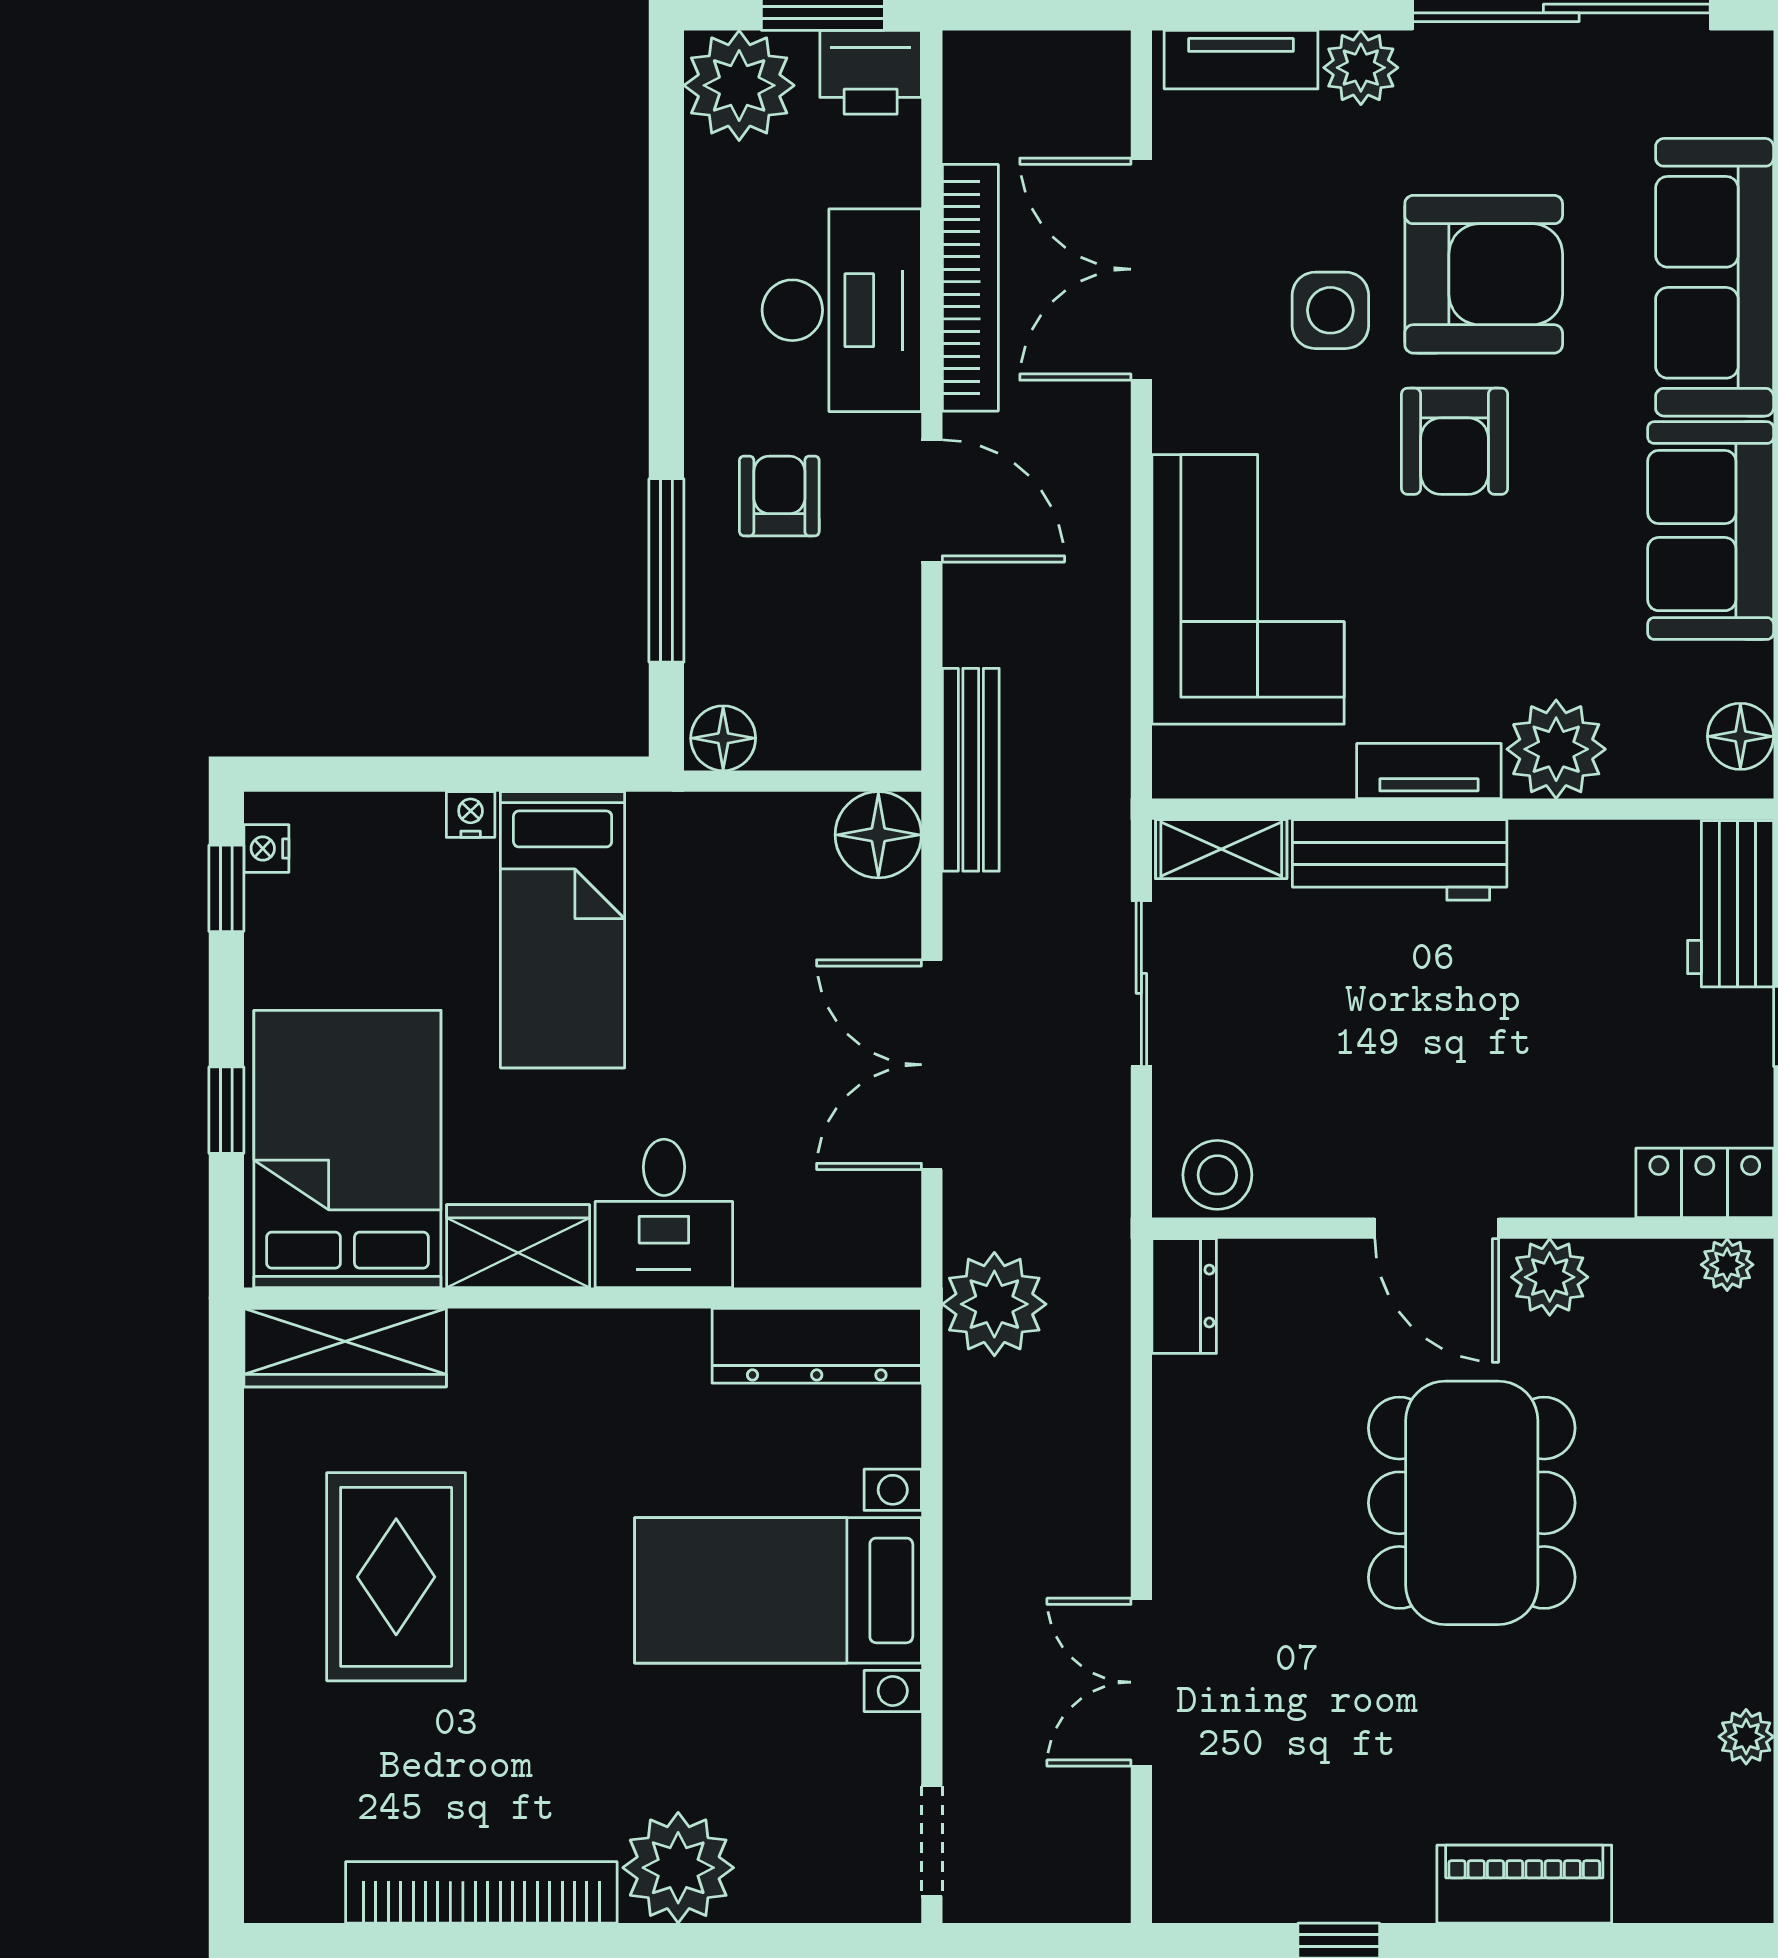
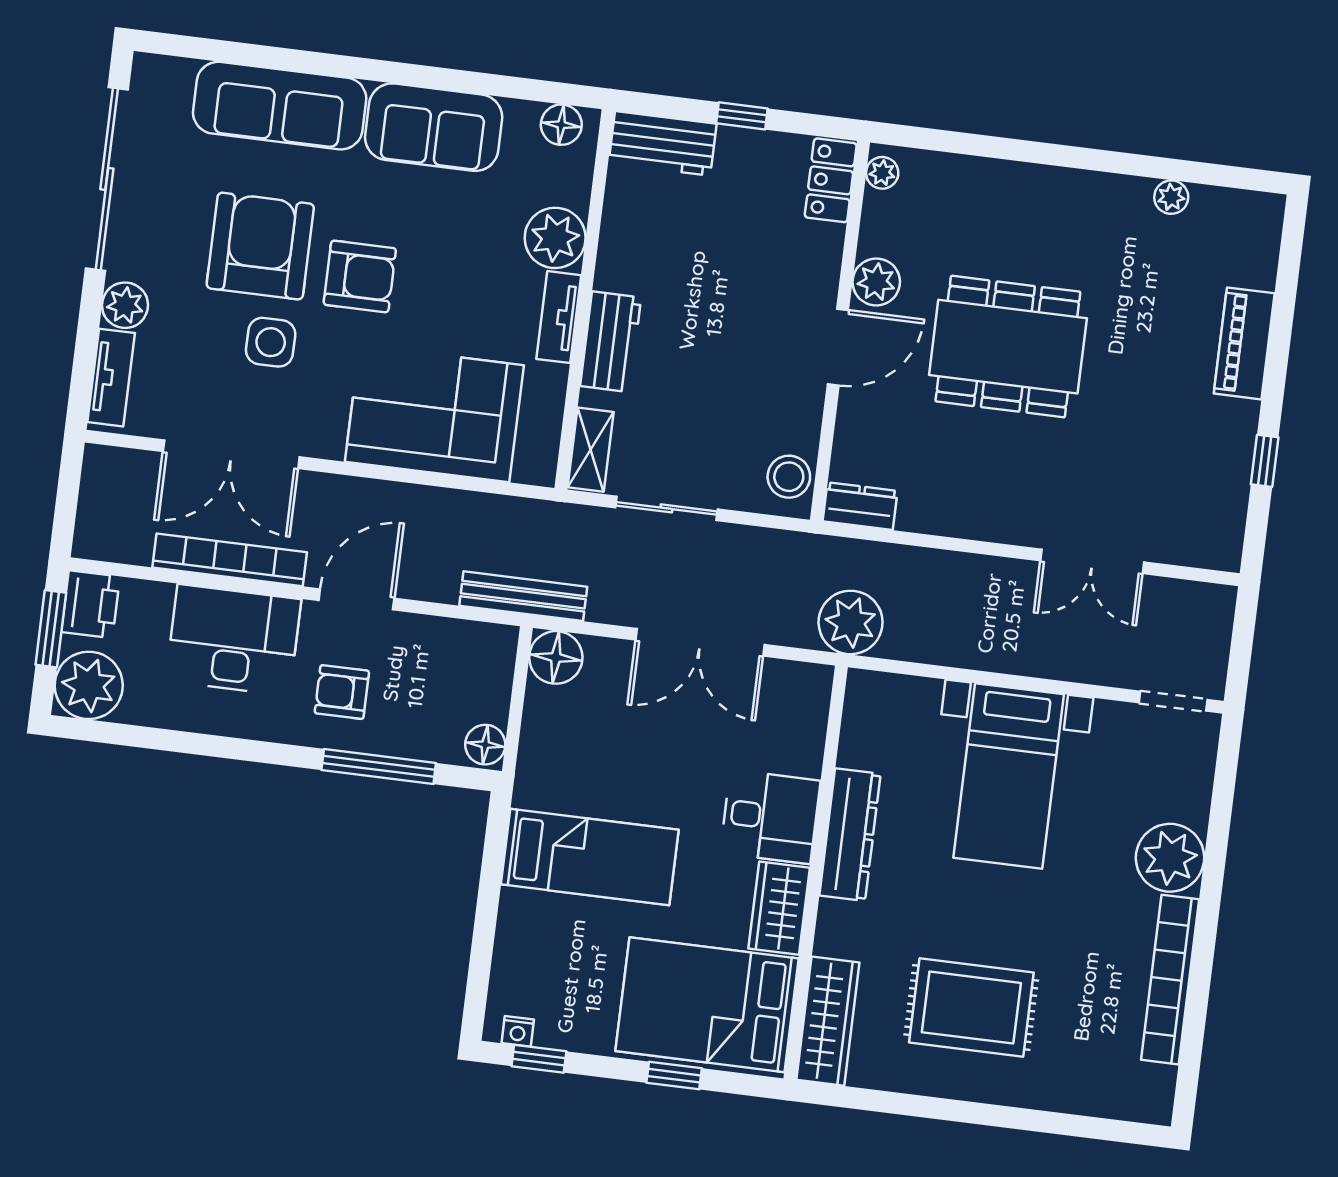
nightstand: (471, 815) -> (513, 904), removed
workbench: (1400, 860) -> (611, 342), width x0.73
dresser: (817, 1346) -> (850, 835), moved

